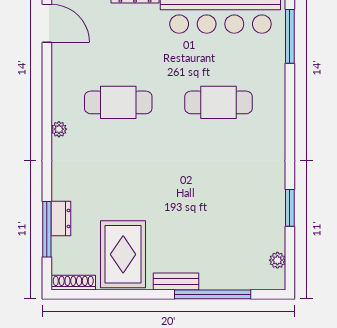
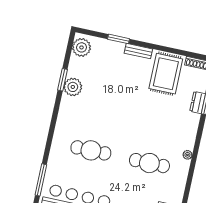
plant: (270, 200) -> (73, 87), added
plant: (277, 260) -> (82, 47), width x1.88, depth x1.88
window: (213, 294) -> (119, 39), width x0.47

